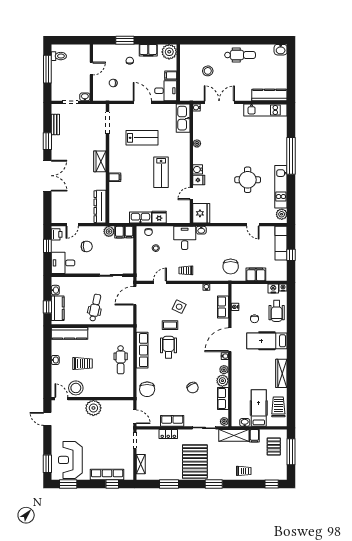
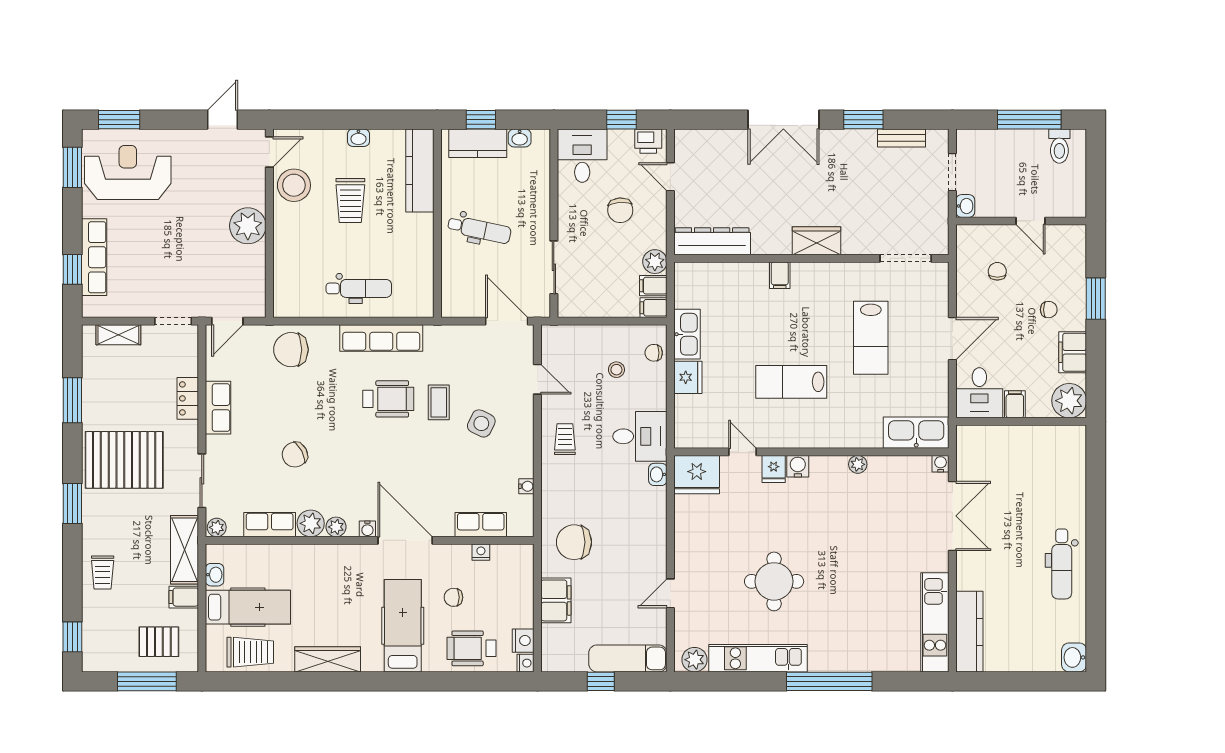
stool: (208, 71) -> (1025, 489), removed
dental chair: (121, 360) -> (359, 288), turned 180

